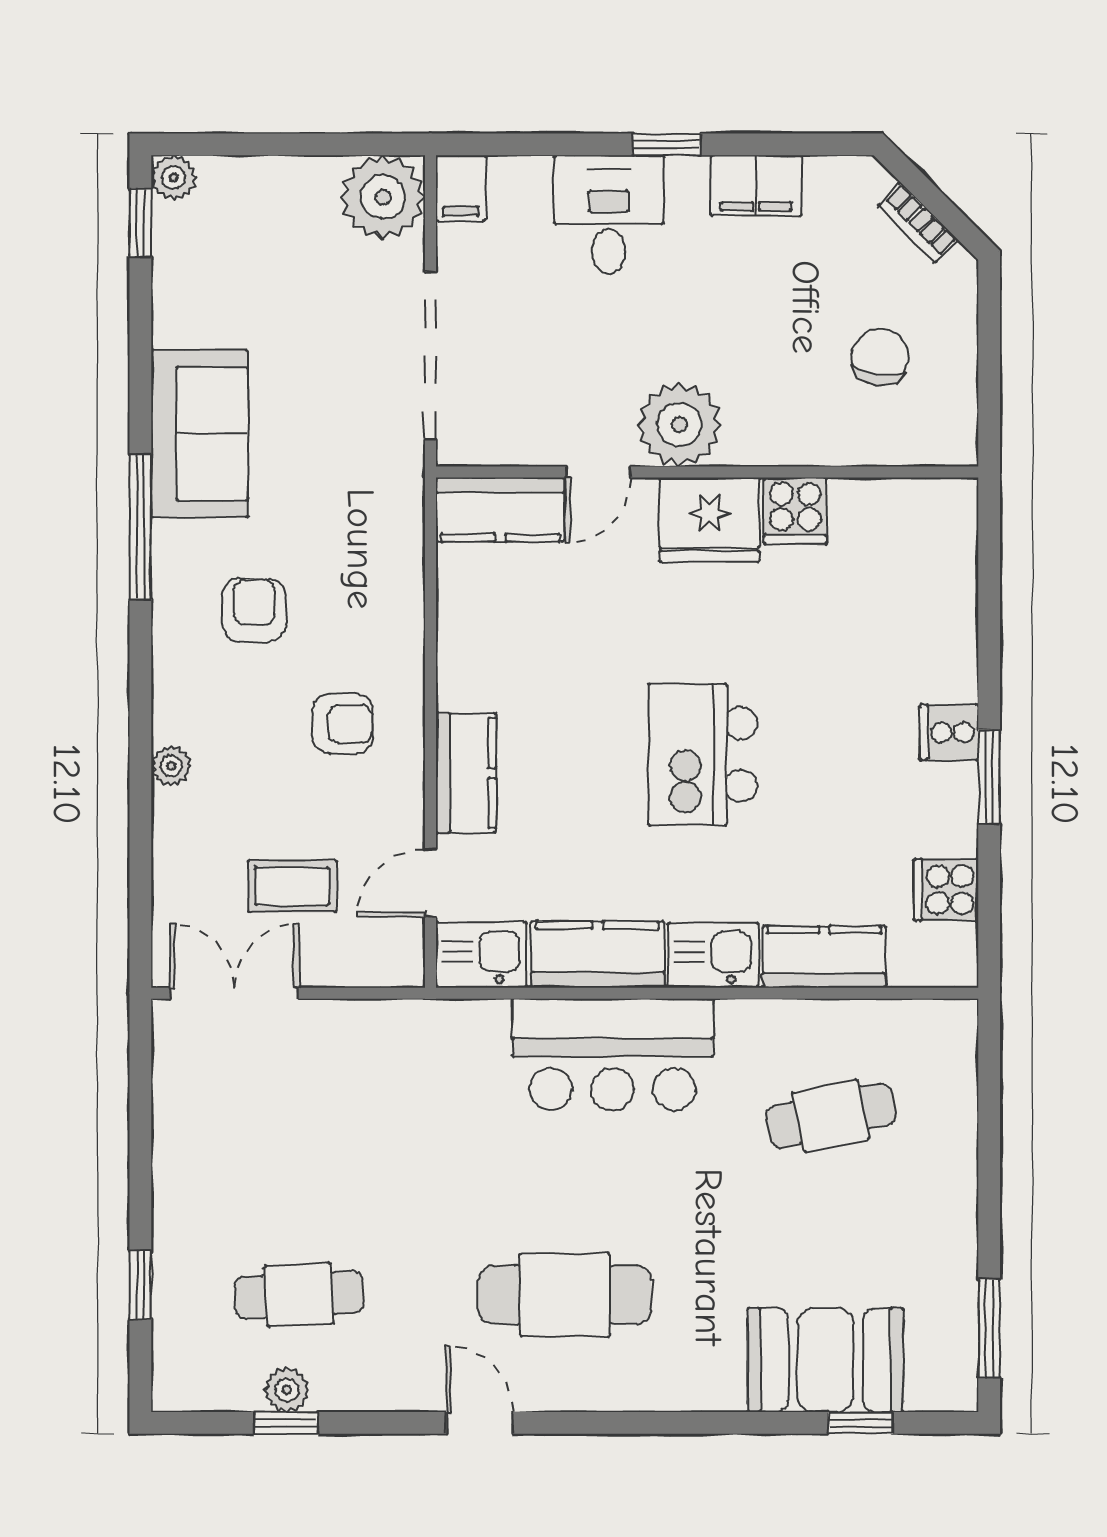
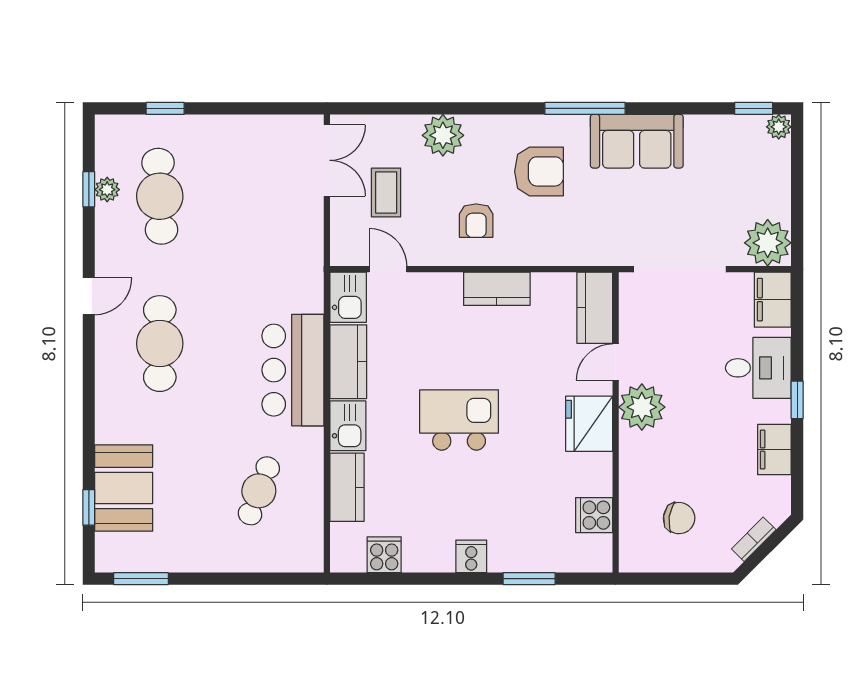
filing cabinet: (461, 188) -> (773, 300), width x2.00
door: (598, 472) -> (616, 362), hinge flipped
cooker: (795, 511) -> (594, 515), moved
armchair: (254, 610) -> (539, 171), width x1.38, depth x1.38
plant: (171, 766) -> (443, 135), width x1.88, depth x1.88
kitchen counter: (466, 773) -> (497, 289), moved
window: (989, 777) -> (529, 579), moved
cafe table: (831, 1116) -> (259, 491), turned 33
cafe table: (299, 1295) -> (160, 196), width x1.37, depth x1.35

